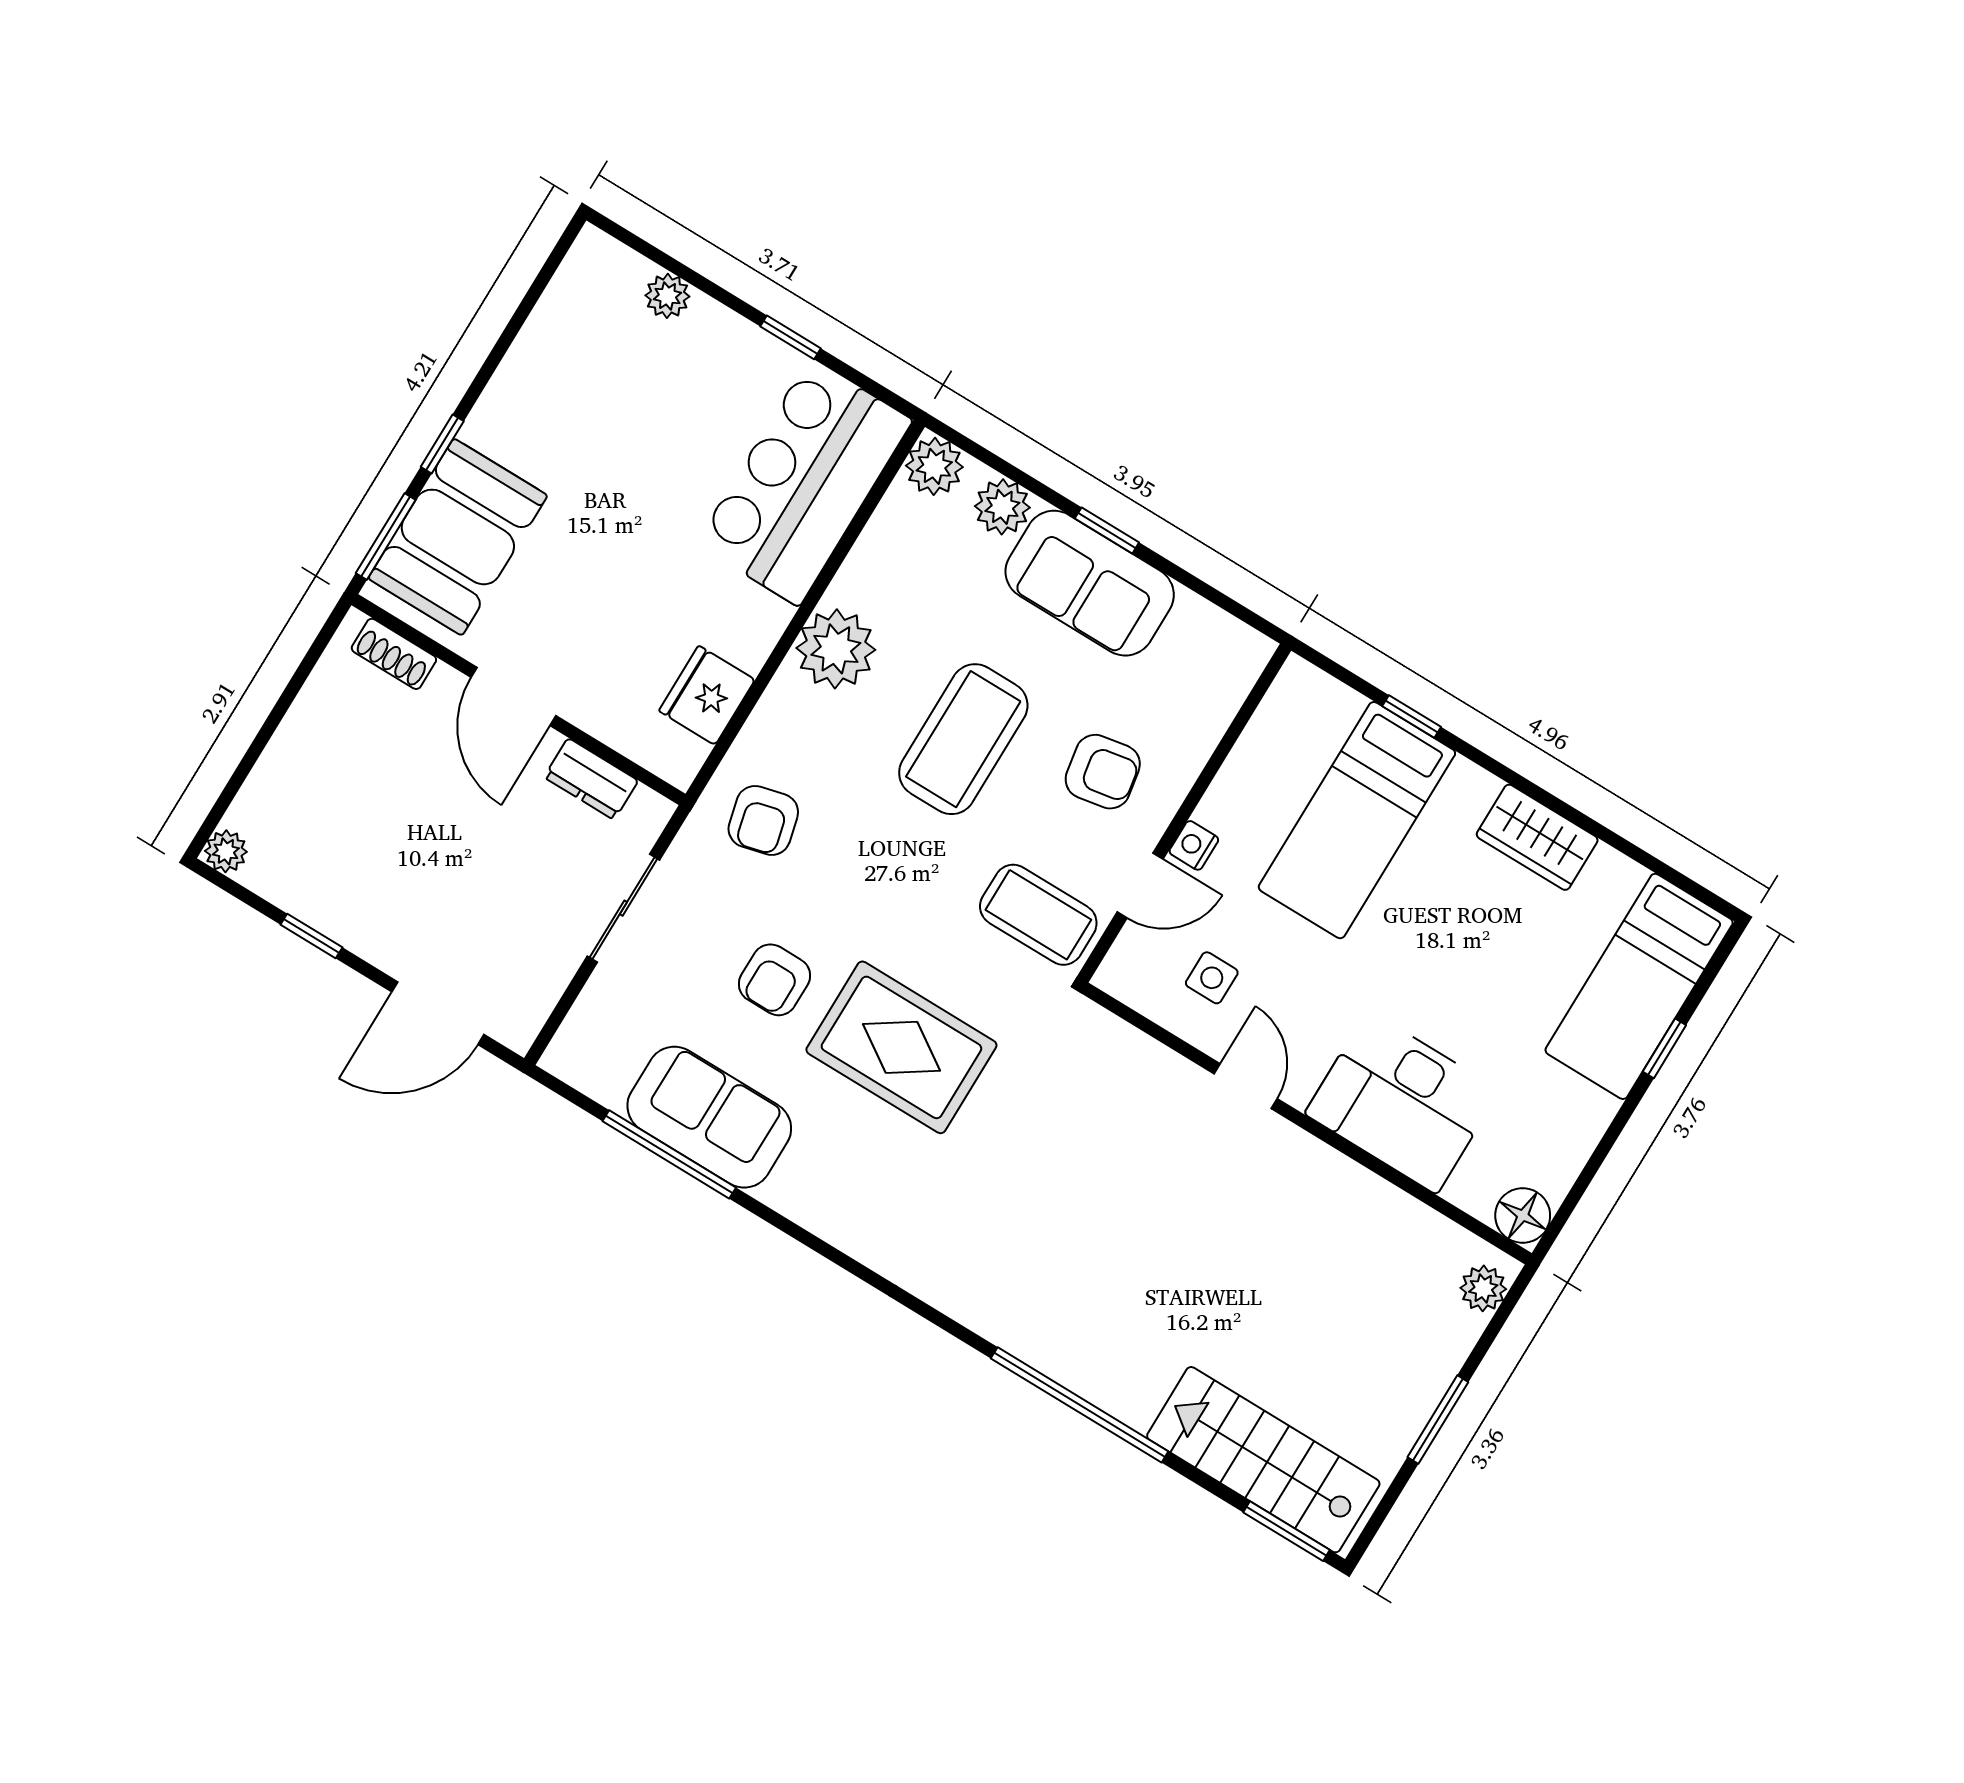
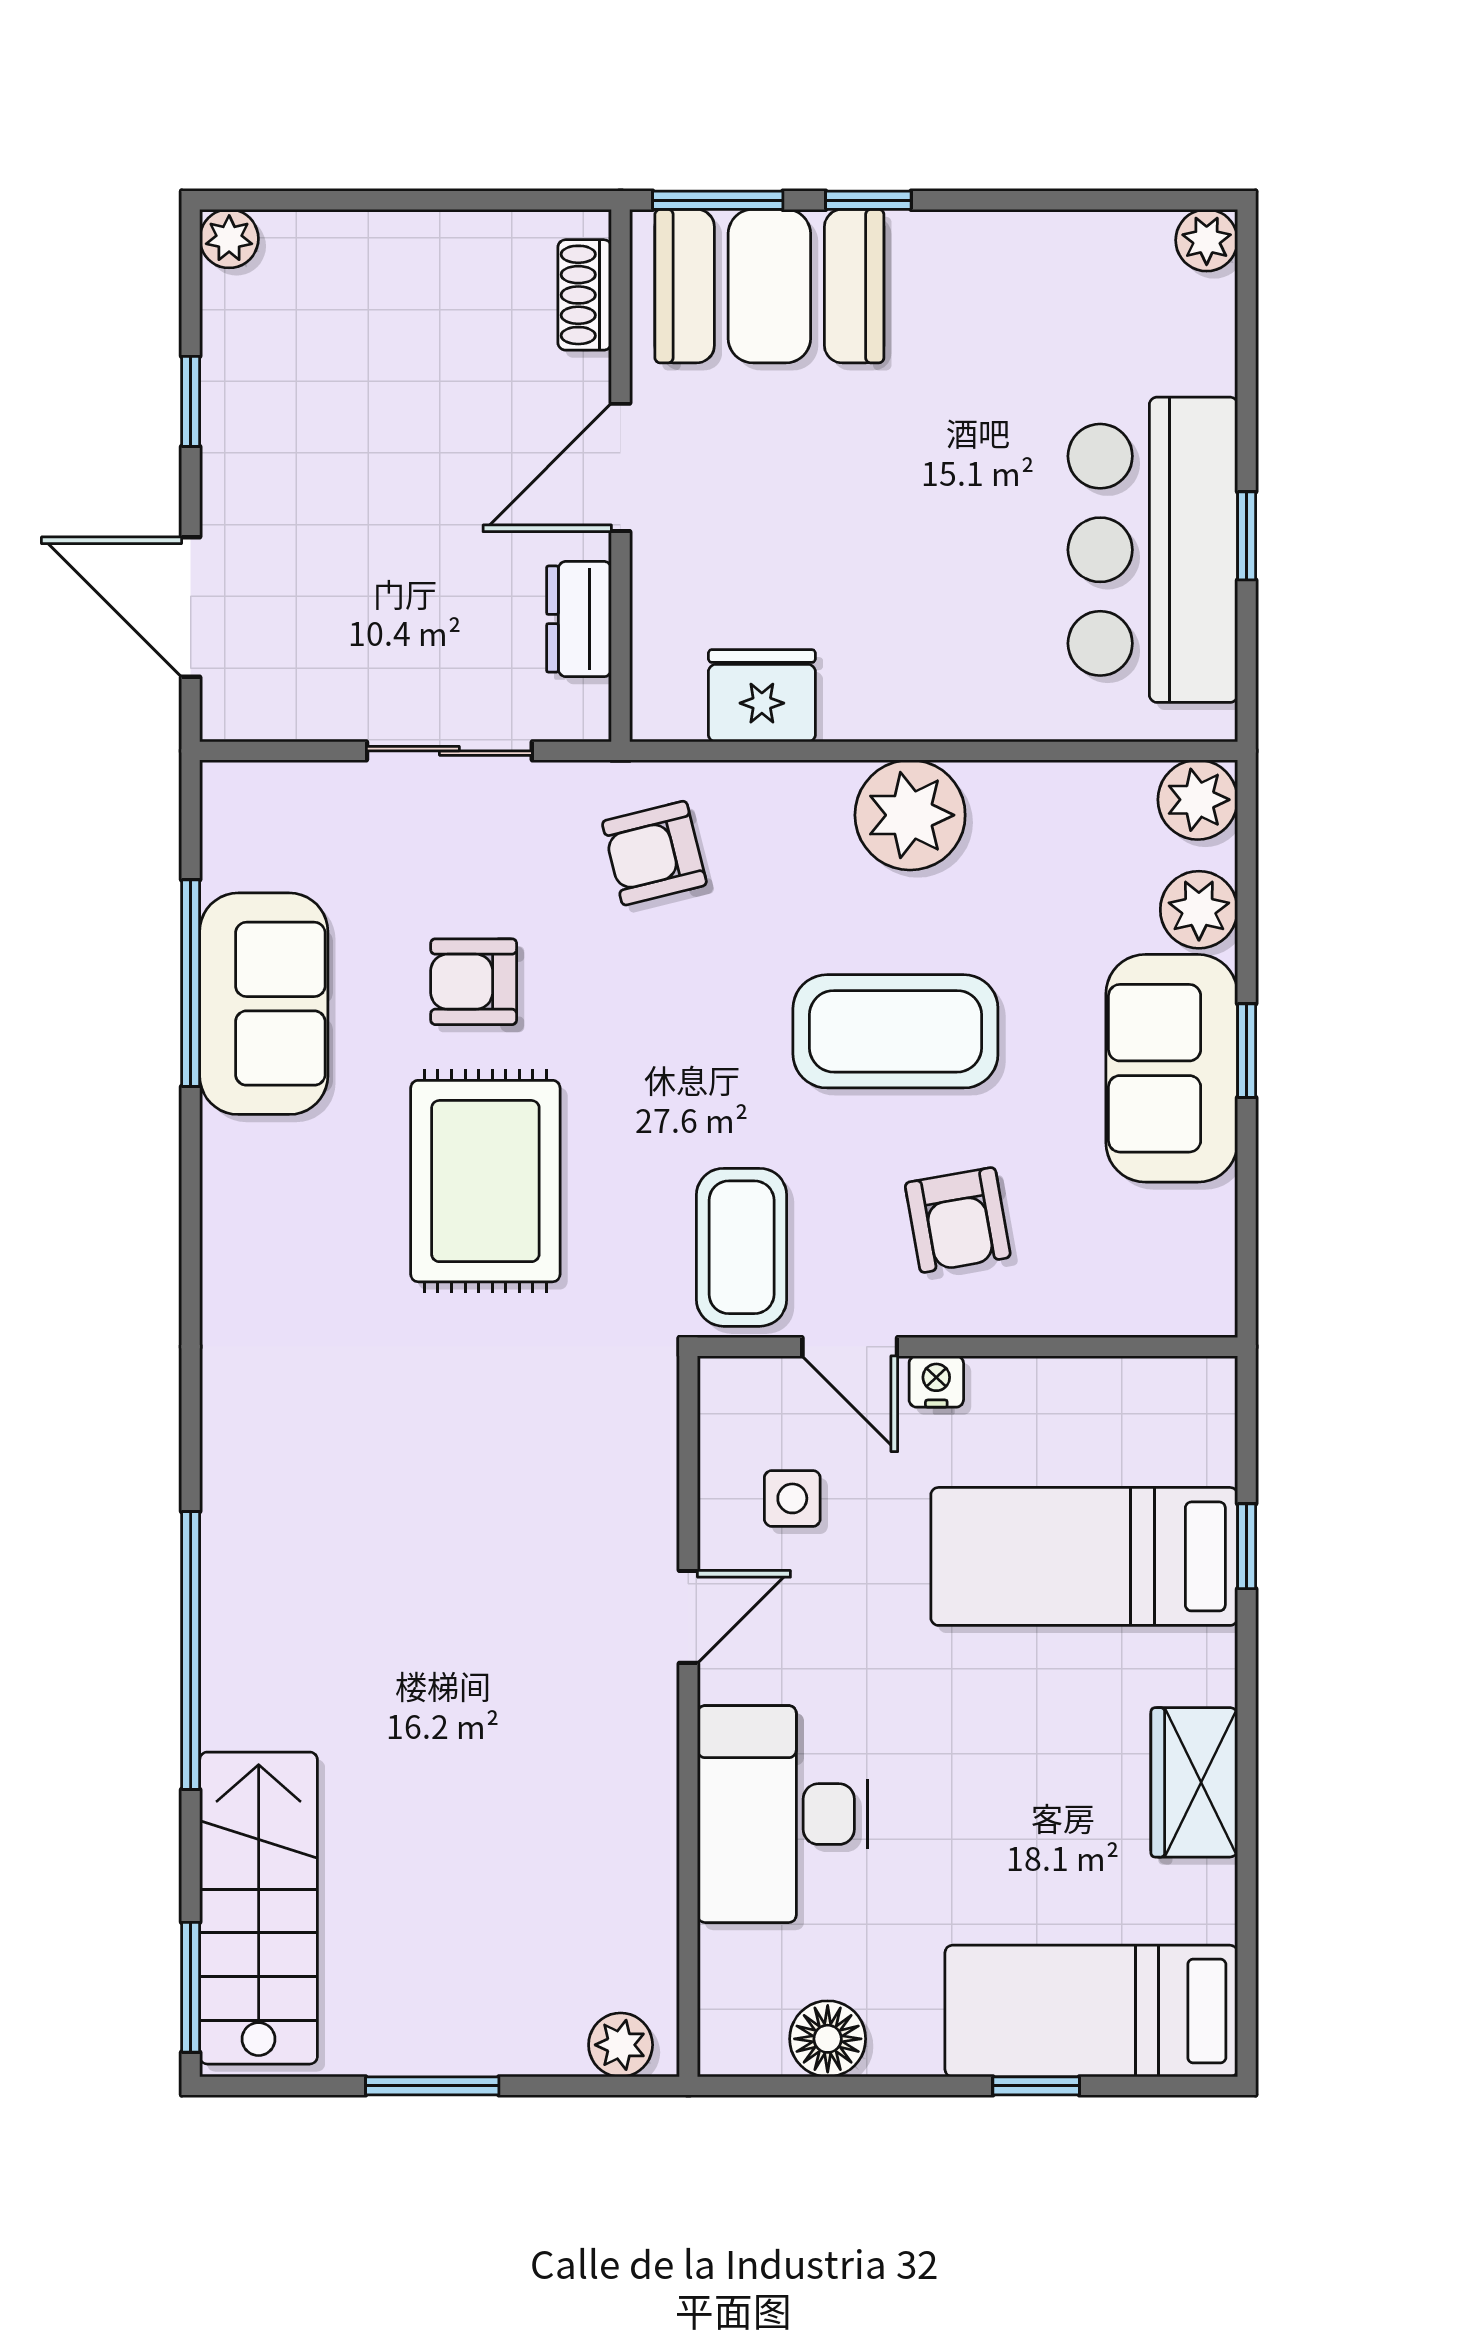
plant: (667, 296) -> (1207, 240), moved
bar counter: (804, 482) -> (1153, 550), moved, turned -90
floor lamp: (1523, 1216) -> (828, 2039), moved

